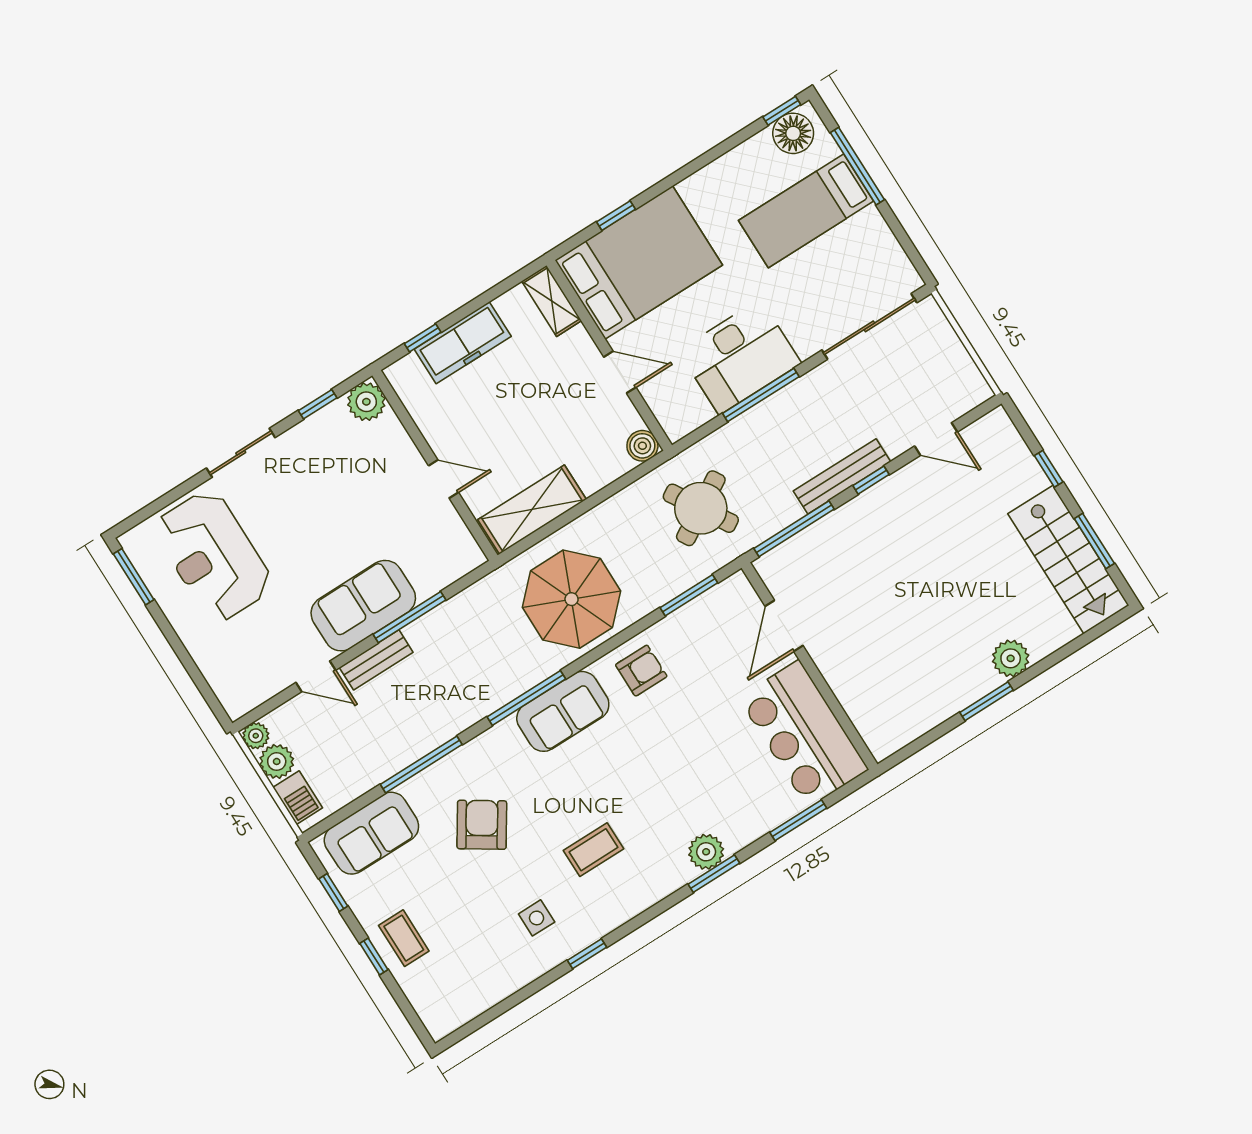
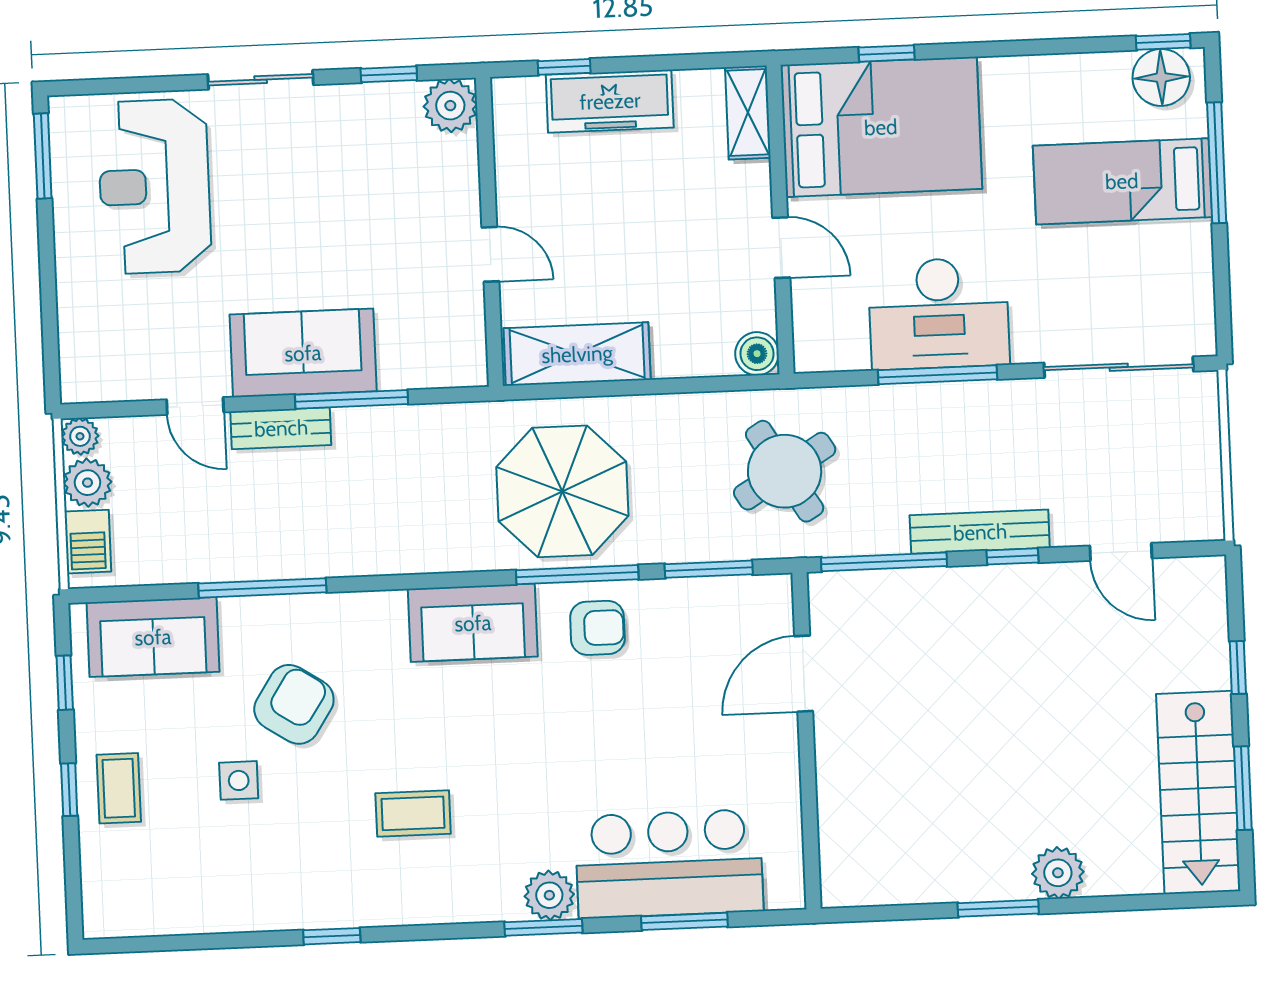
window: (526, 698) -> (577, 575), moved
bar counter: (803, 734) -> (669, 864), moved, turned 90
side table: (537, 918) -> (239, 780), moved

